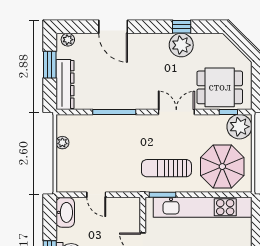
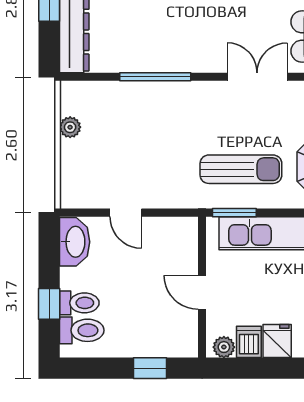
sun lounger: (166, 168) -> (241, 169), turned 180

